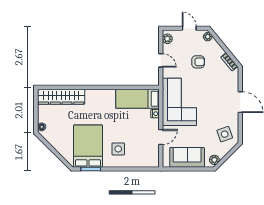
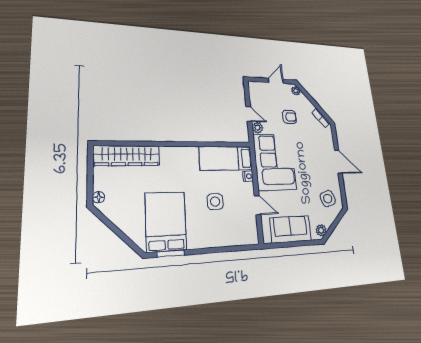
door: (189, 28) -> (276, 81), hinge flipped
plant: (167, 39) -> (258, 128), moved
door: (161, 137) -> (258, 205), hinge flipped
side table: (118, 149) -> (215, 202), moved

